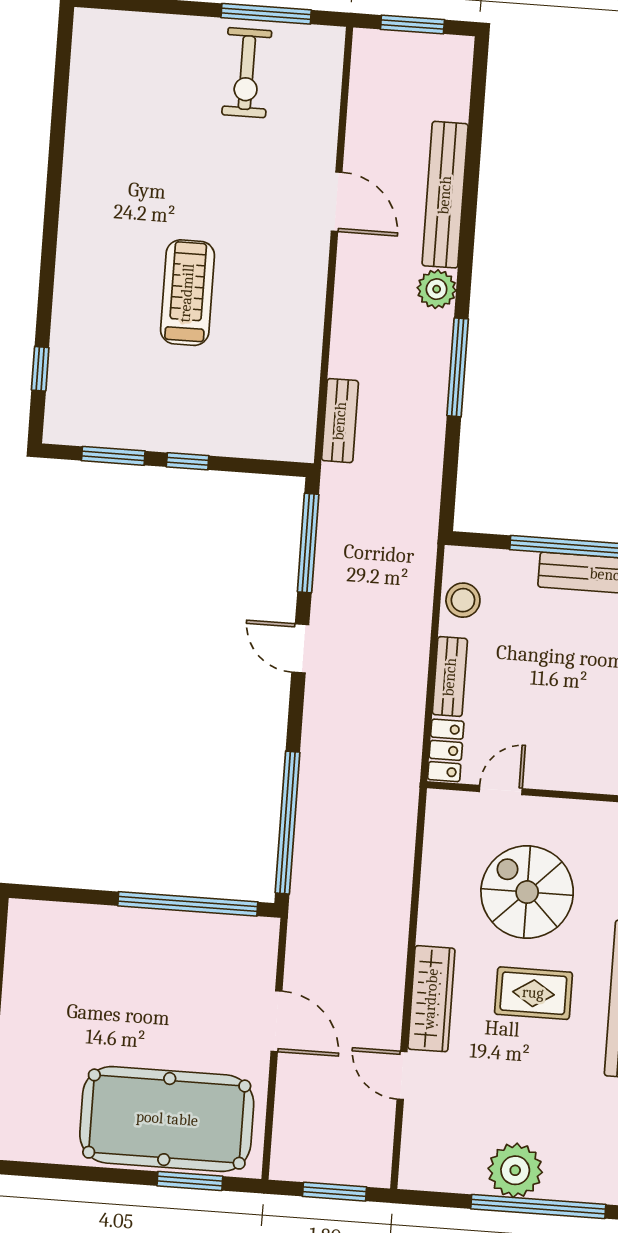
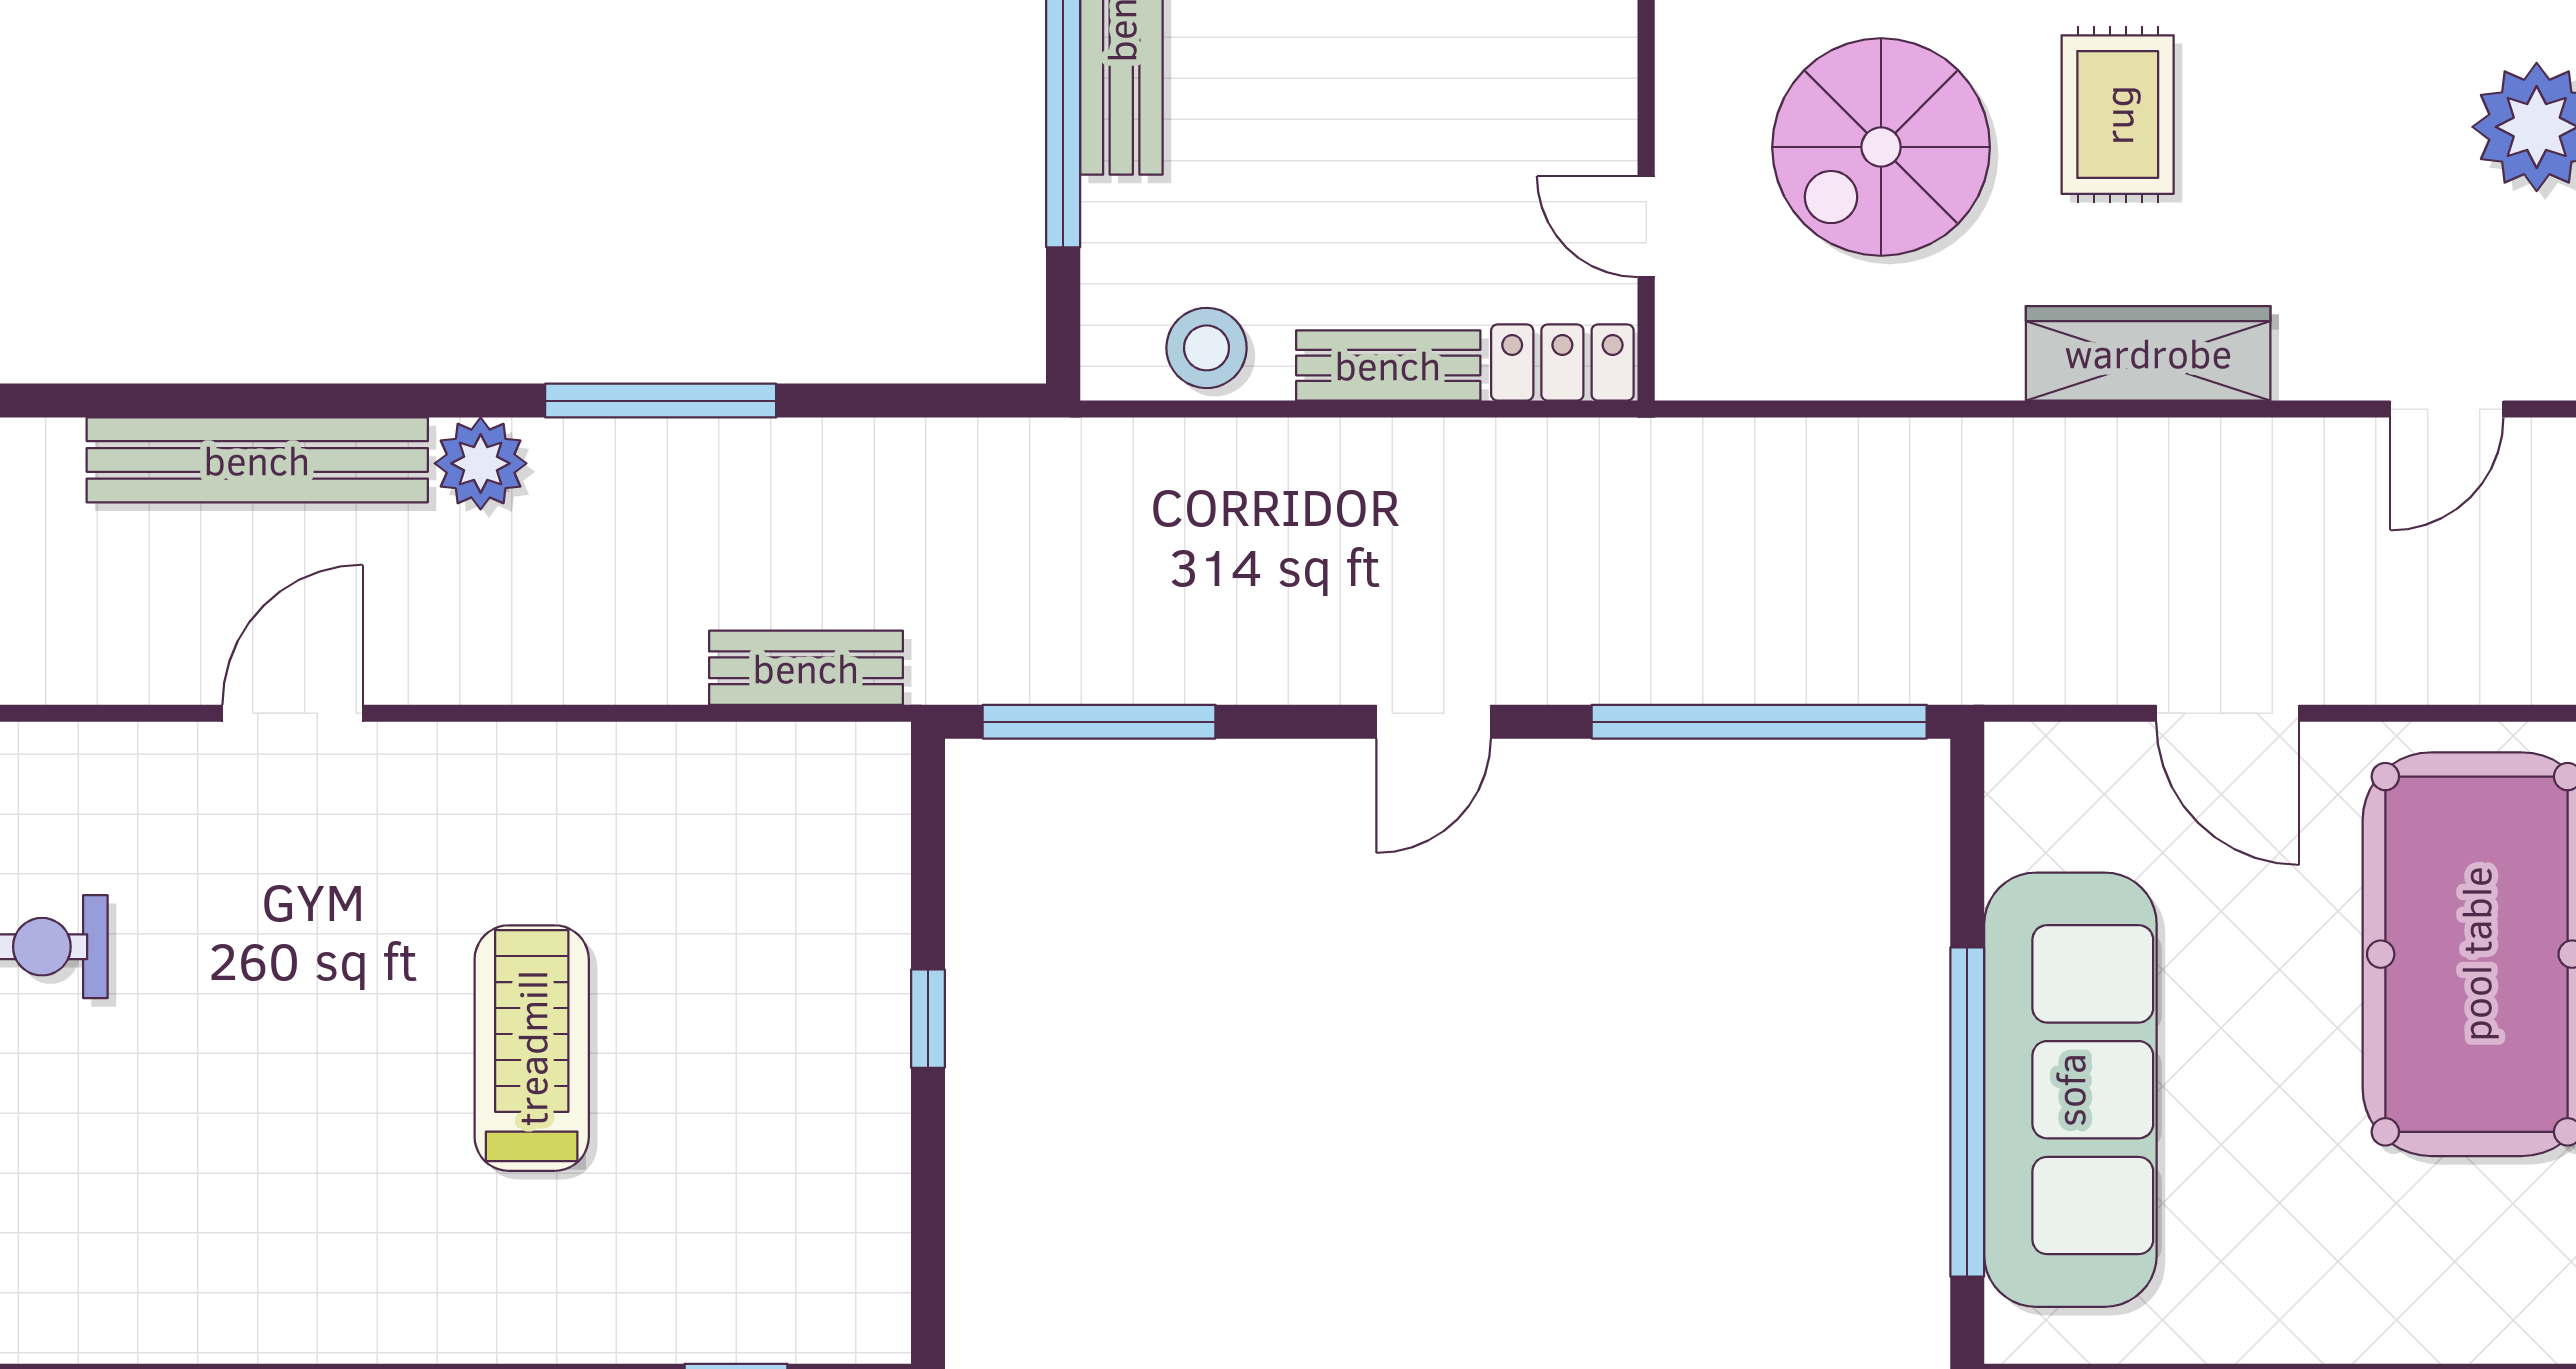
treadmill: (187, 293) -> (532, 1048), turned 90
window: (113, 456) -> (928, 1194), removed
door: (300, 648) -> (1434, 722), moved
window: (188, 904) -> (1967, 1112), moved
sofa: (122, 943) -> (2070, 1090), added
door: (277, 1021) -> (2228, 713), swing flipped
door: (402, 1075) -> (2447, 409), moved

